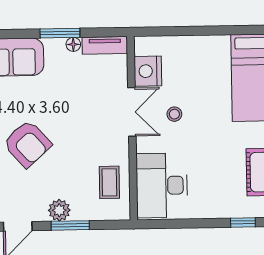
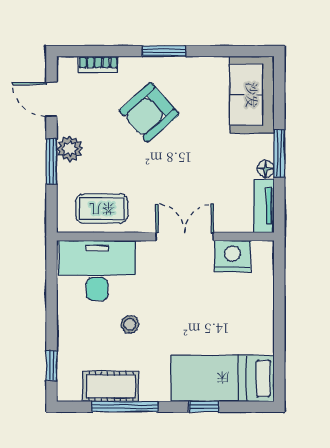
double door: (132, 112) -> (185, 237), swing flipped
stool: (174, 114) -> (130, 324), moved
coffee table: (109, 182) -> (102, 209), width x1.36, depth x1.30

